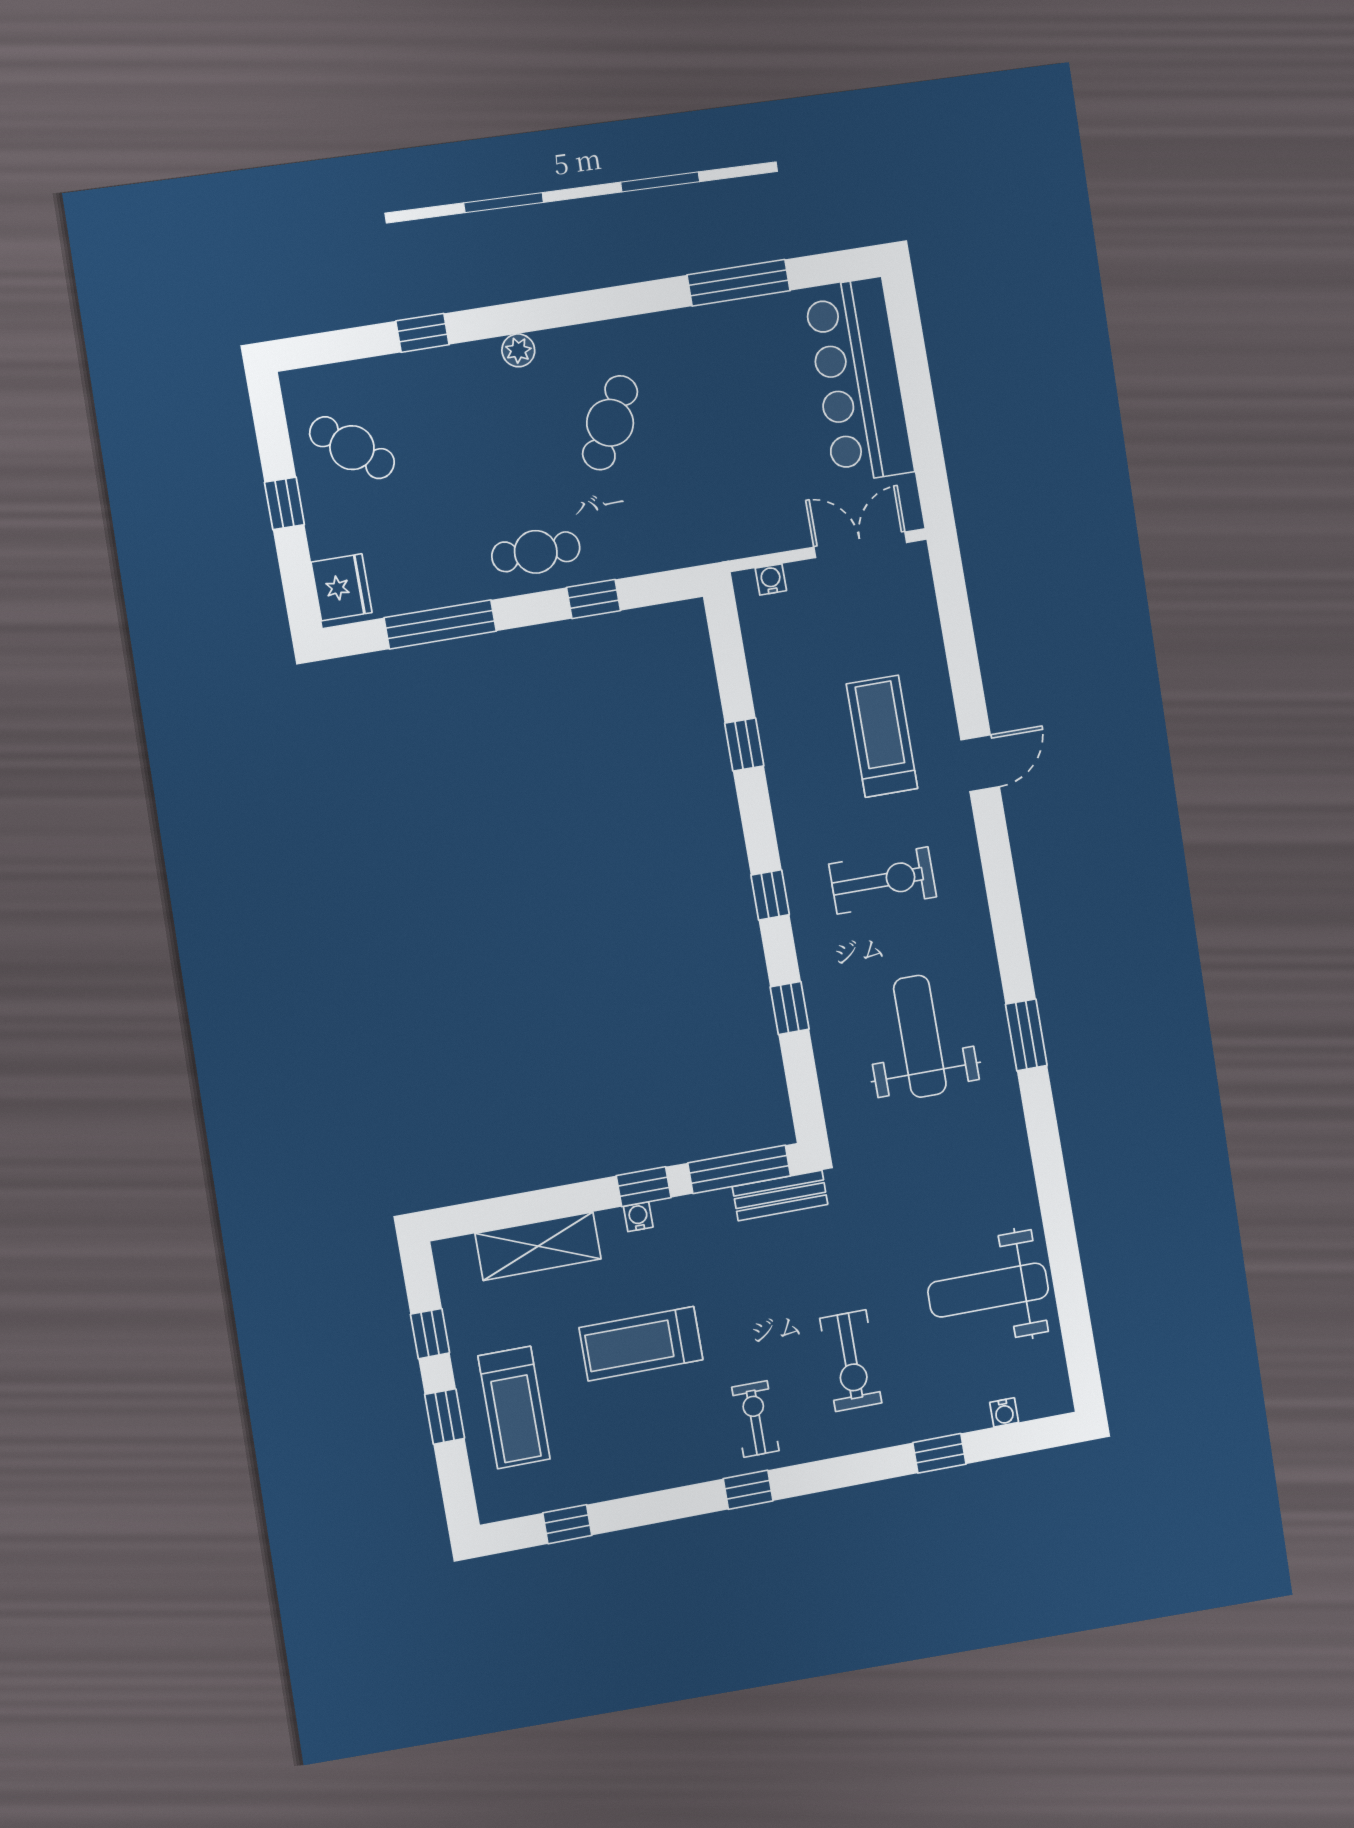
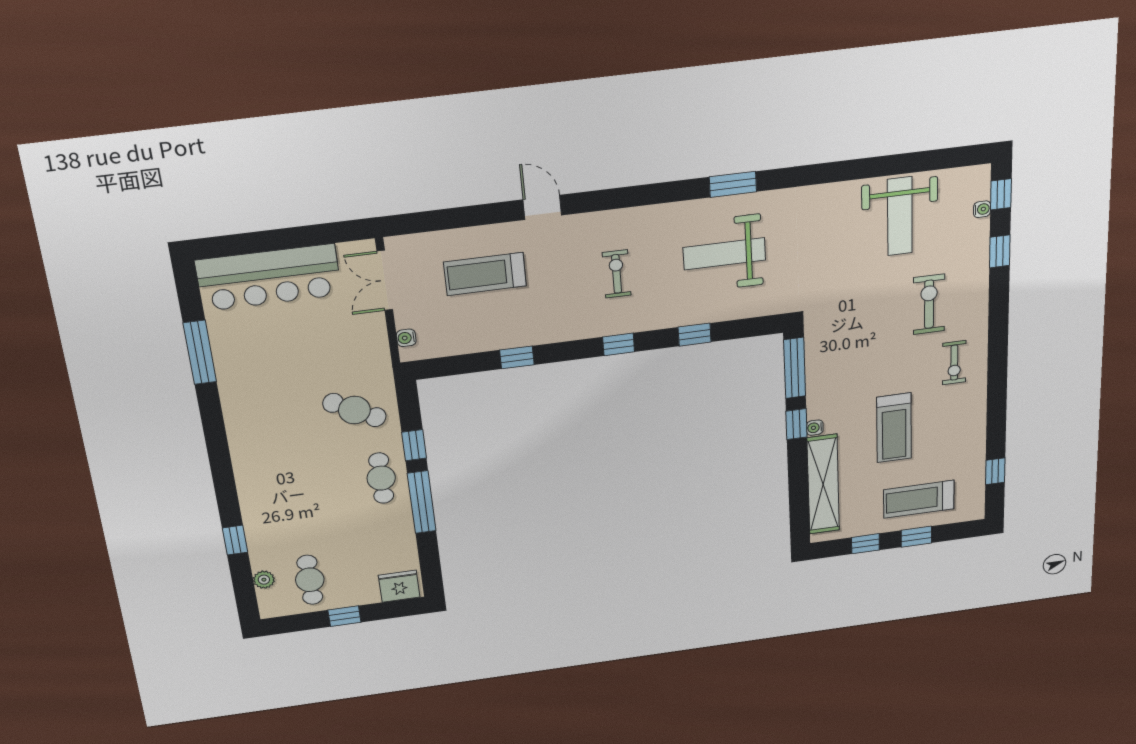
plant: (518, 350) -> (264, 580), moved
cafe table: (610, 423) -> (354, 410), moved
cafe table: (352, 448) -> (310, 580), turned -39
window: (440, 624) -> (422, 502), moved
treadmill: (882, 736) -> (485, 274), moved
exercise bike: (883, 880) -> (617, 274), width x0.73, depth x0.72
bench: (780, 1195) -> (815, 344), removed
shelving: (538, 1246) -> (823, 484), width x1.47
exercise bike: (851, 1361) -> (929, 304), turned -90
treadmill: (514, 1407) -> (919, 499), turned 180
exercise bike: (755, 1419) -> (954, 363), turned -90
window: (748, 1490) -> (1001, 194), moved

